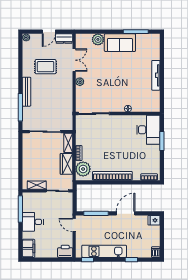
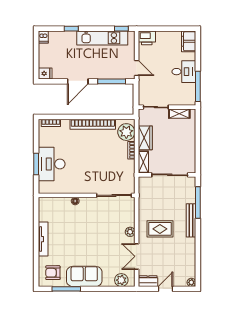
plant: (98, 39) -> (121, 280), moved
armchair: (147, 46) -> (53, 273), added
rug: (46, 67) -> (160, 229), moved
desk: (148, 130) -> (52, 164), moved

